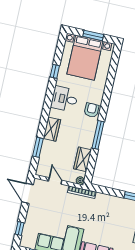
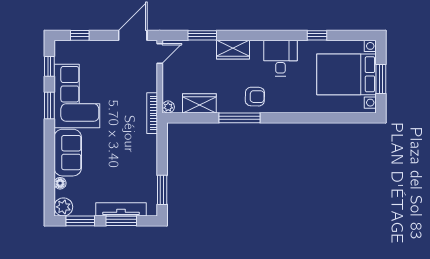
armchair: (91, 110) -> (255, 97), moved
door: (55, 181) -> (160, 53), moved

